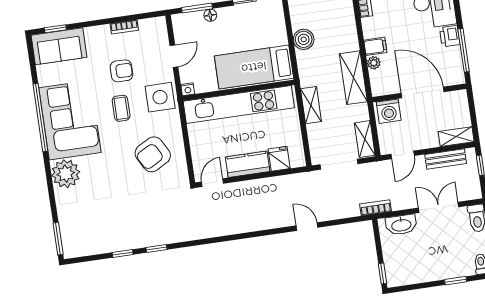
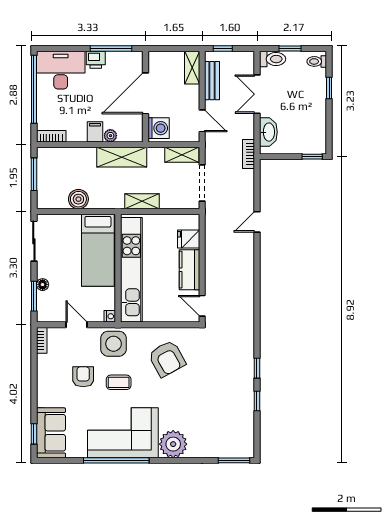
bookcase: (124, 27) -> (42, 340), moved

